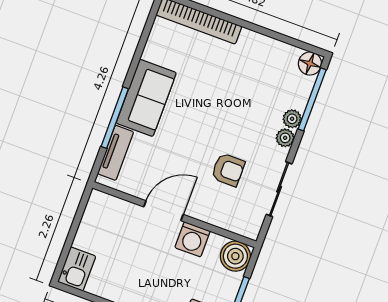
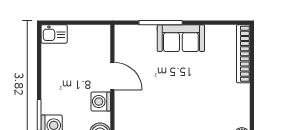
tv unit: (116, 153) -> (138, 31), removed
armchair: (228, 170) -> (154, 108), removed

